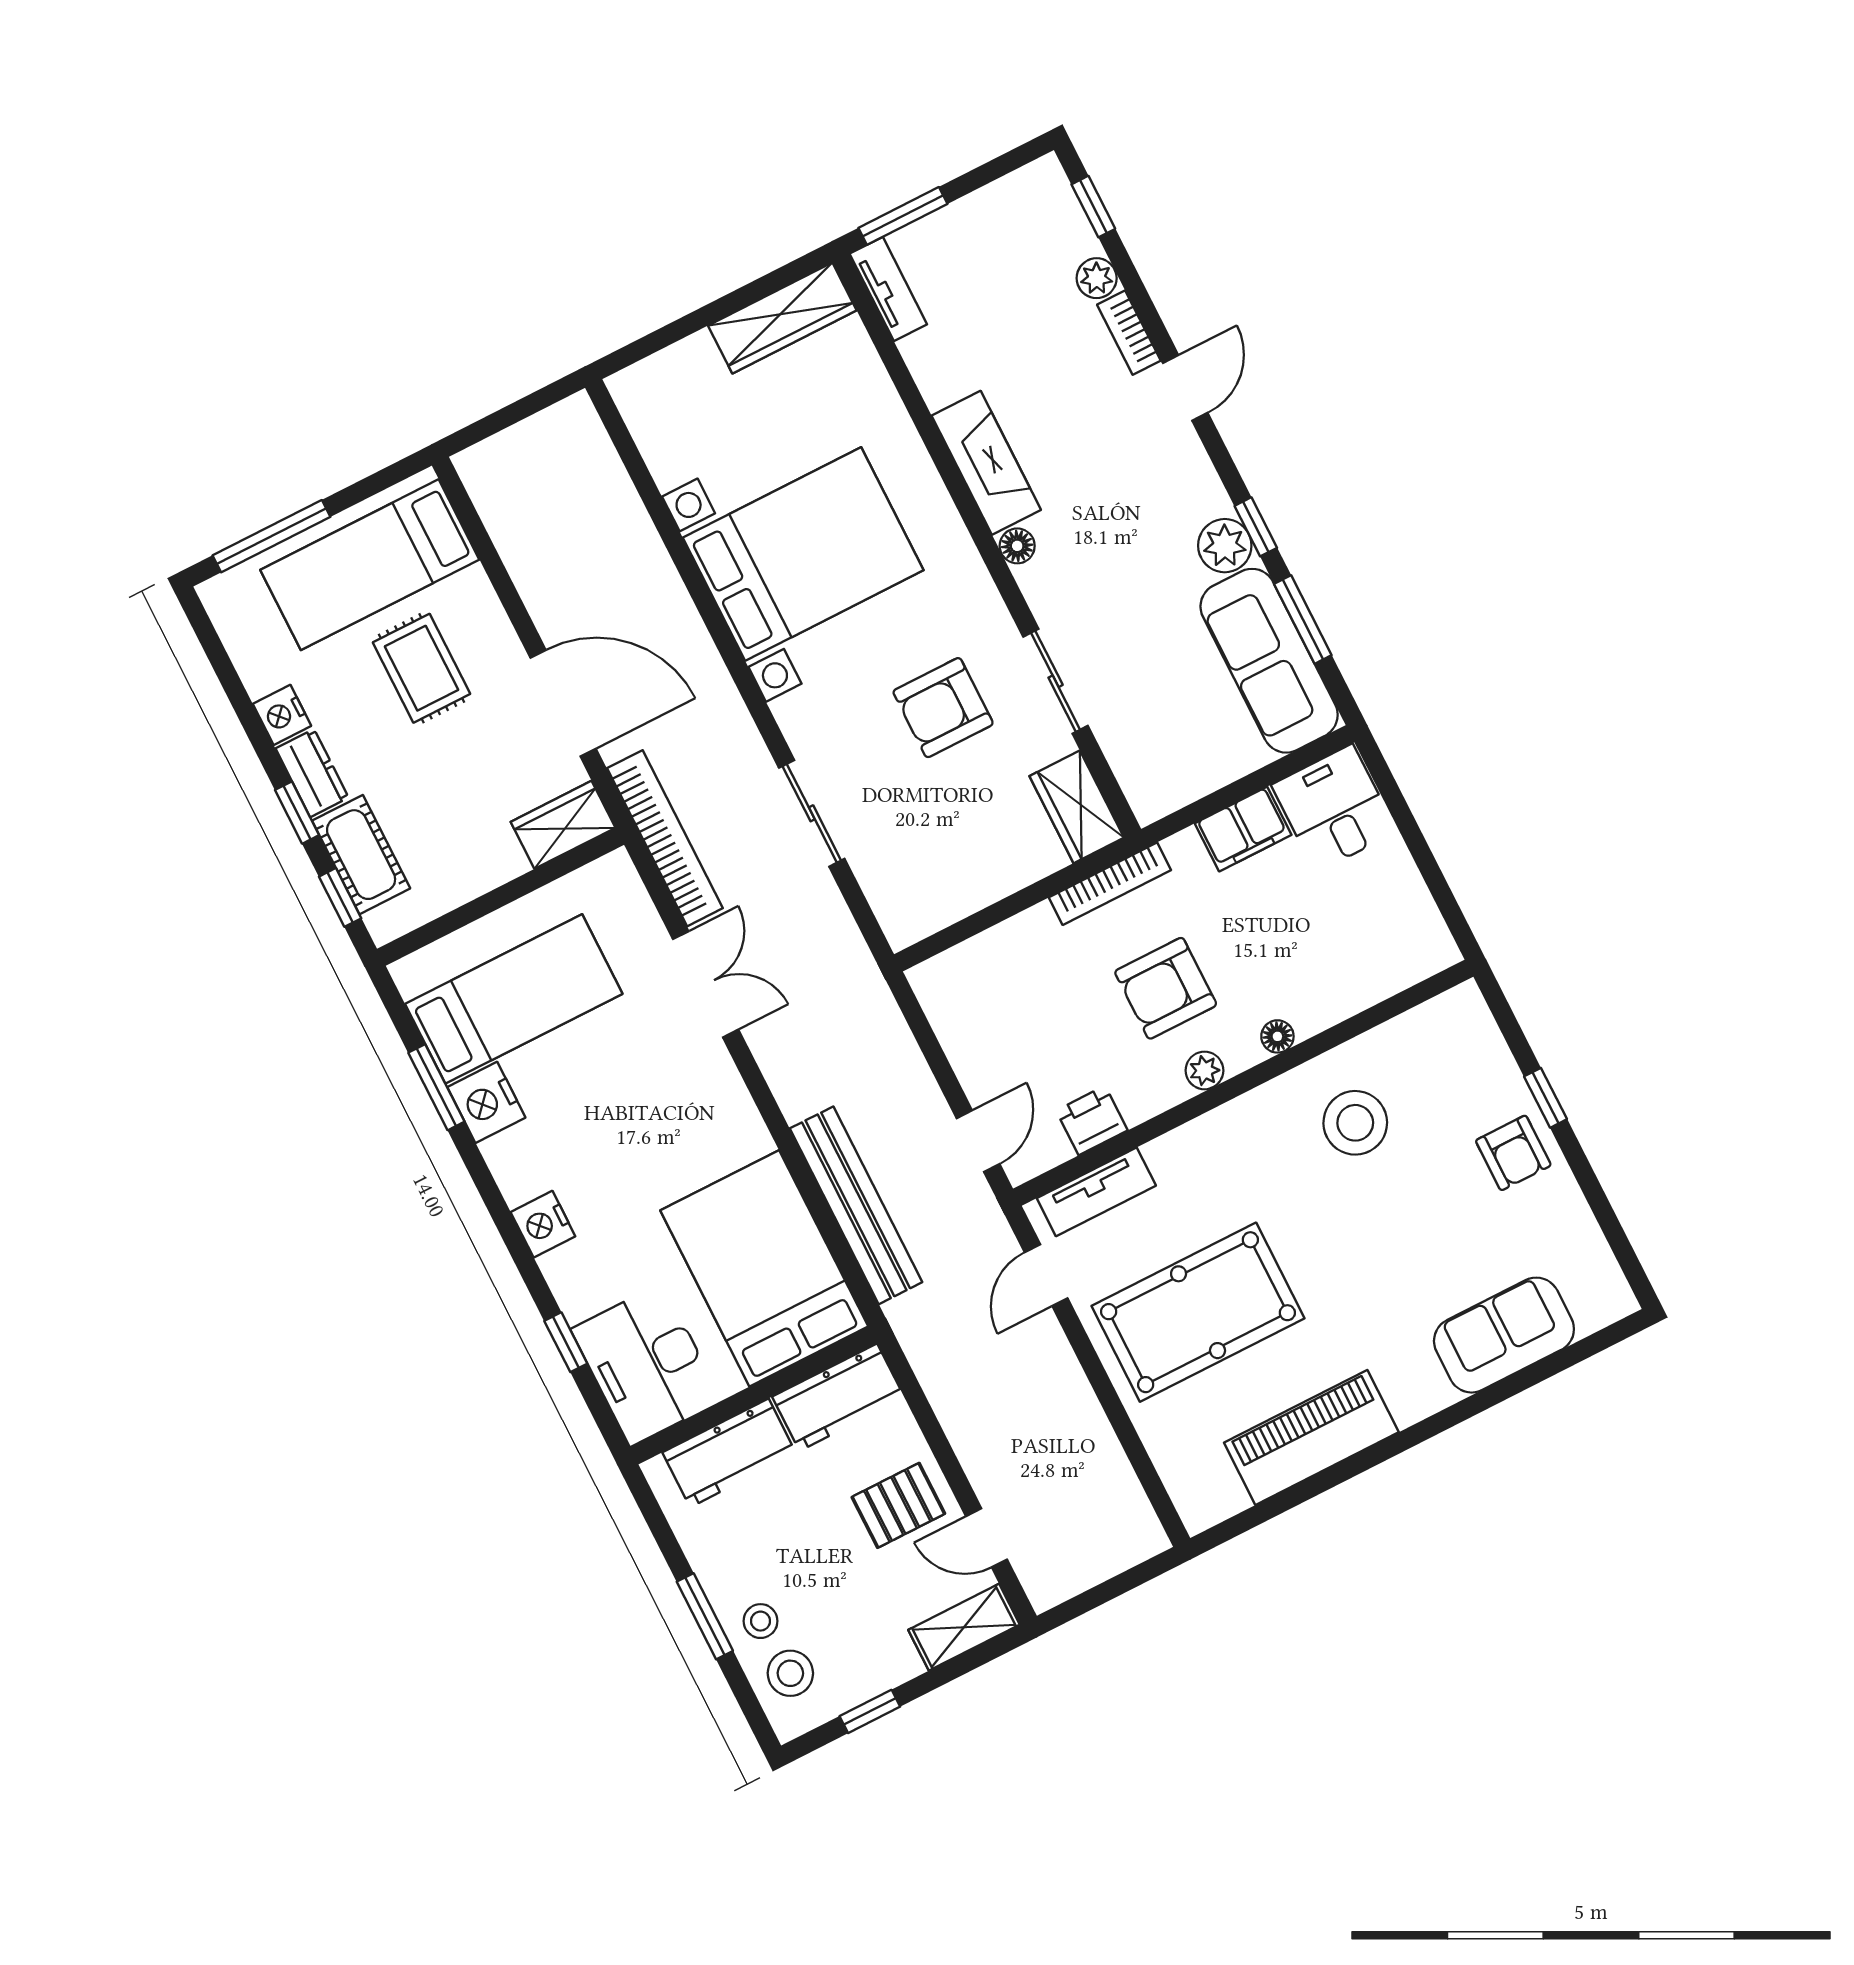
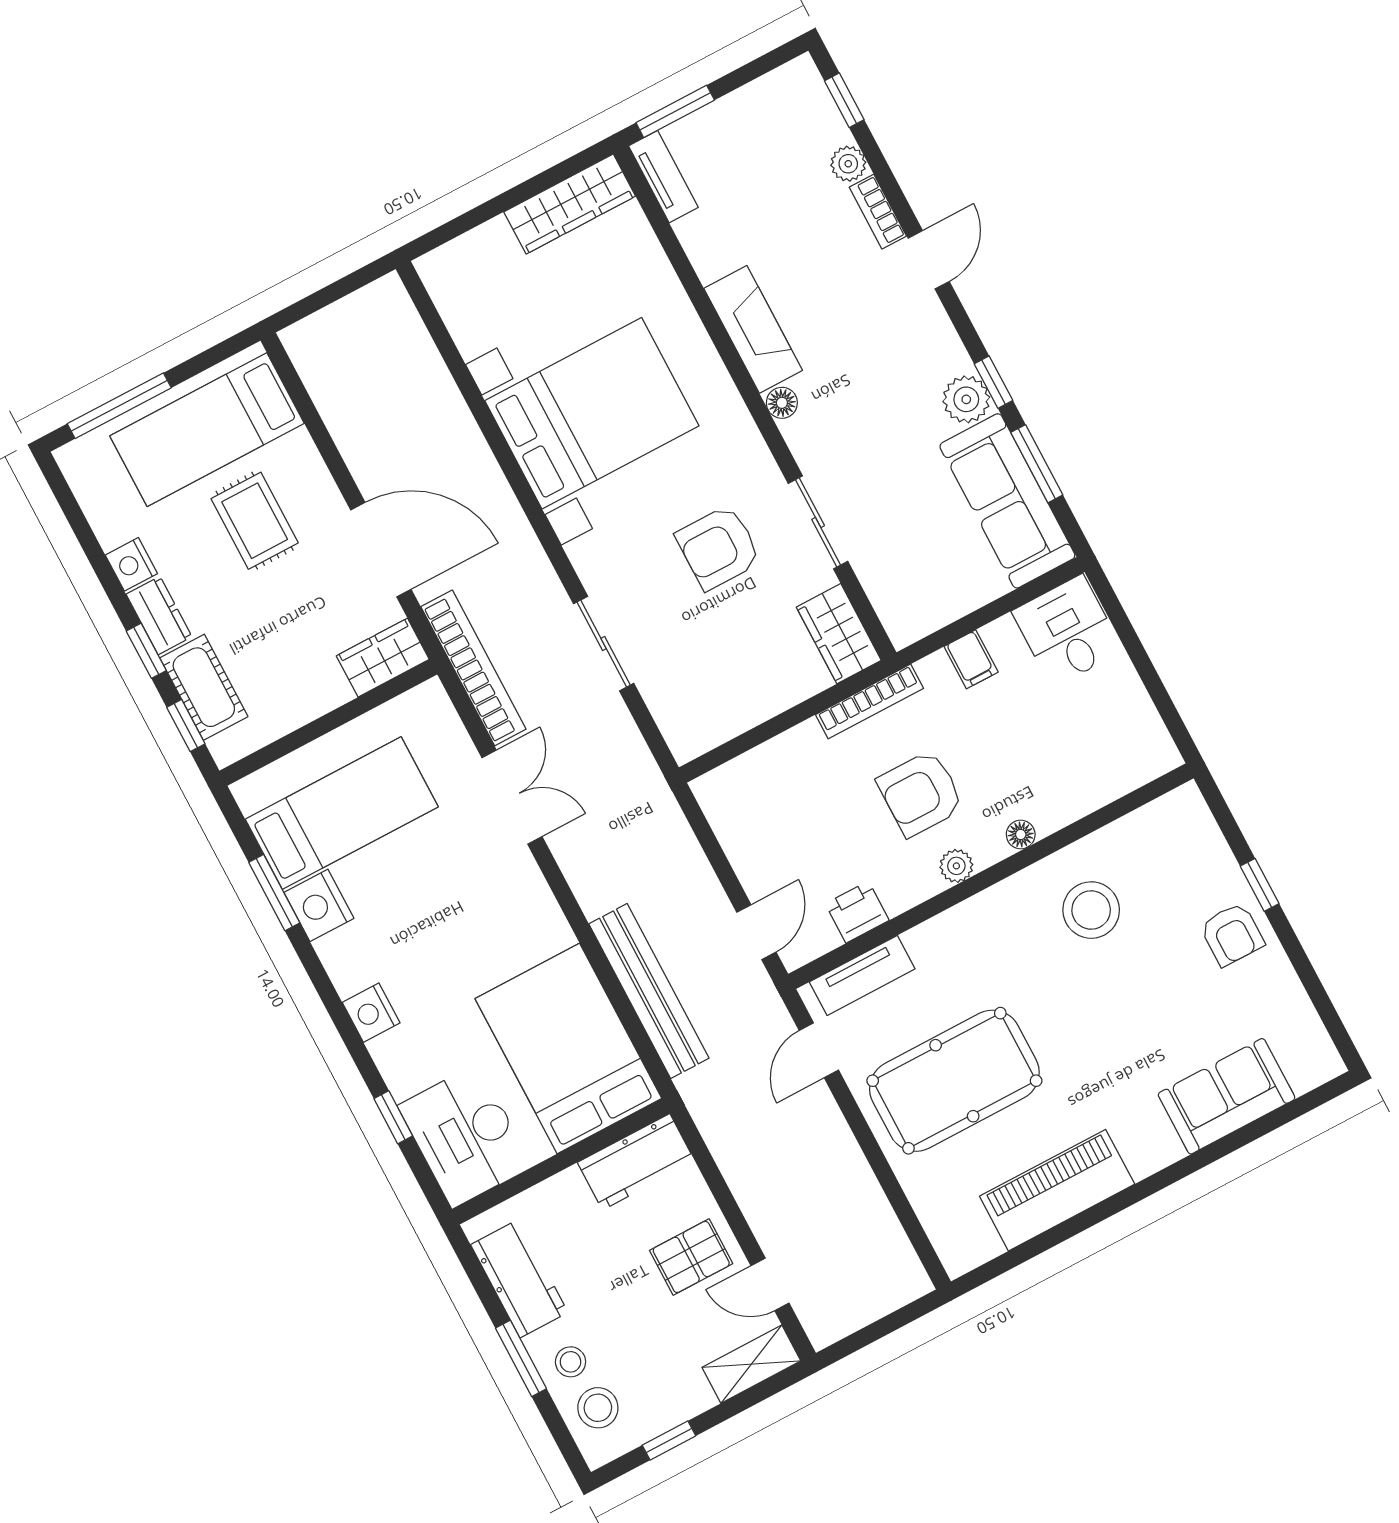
filing cabinet: (1243, 829) -> (971, 659), width x0.50
workbench: (729, 1453) -> (519, 1279), moved, turned -90

